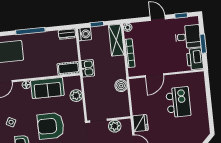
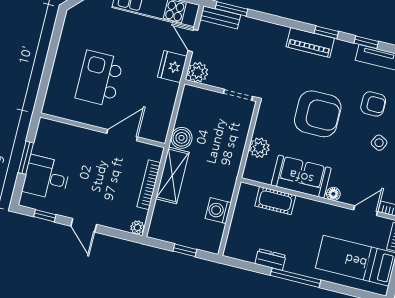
dresser: (67, 34) -> (270, 259), moved
washing machine: (84, 34) -> (218, 211), moved
shelving: (116, 40) -> (172, 175), moved
printer: (195, 59) -> (48, 138), removed
cot: (68, 68) -> (275, 201), moved
kitchen sink: (88, 68) -> (225, 185), removed
plant: (115, 126) -> (198, 72), moved

